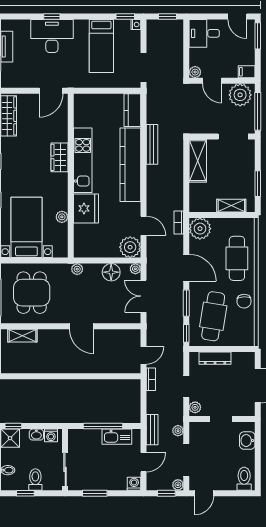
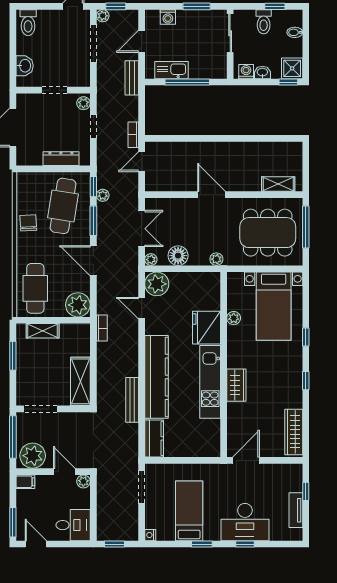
window: (125, 17) -> (202, 544), moved
bookcase: (179, 222) -> (102, 328), moved
cafe table: (237, 258) -> (35, 288), moved
dining table: (32, 293) -> (268, 233), width x1.38
plant: (178, 431) -> (103, 195), moved
washing machine: (134, 484) -> (168, 17), moved

